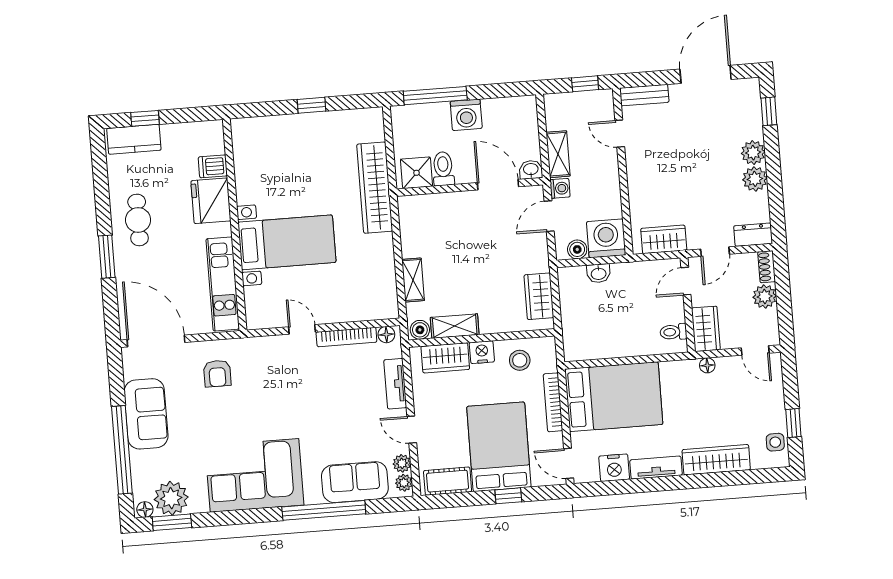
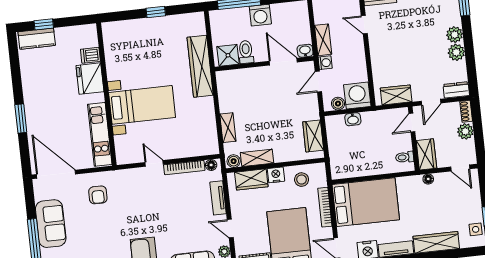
cafe table: (138, 220) -> (41, 93), removed

